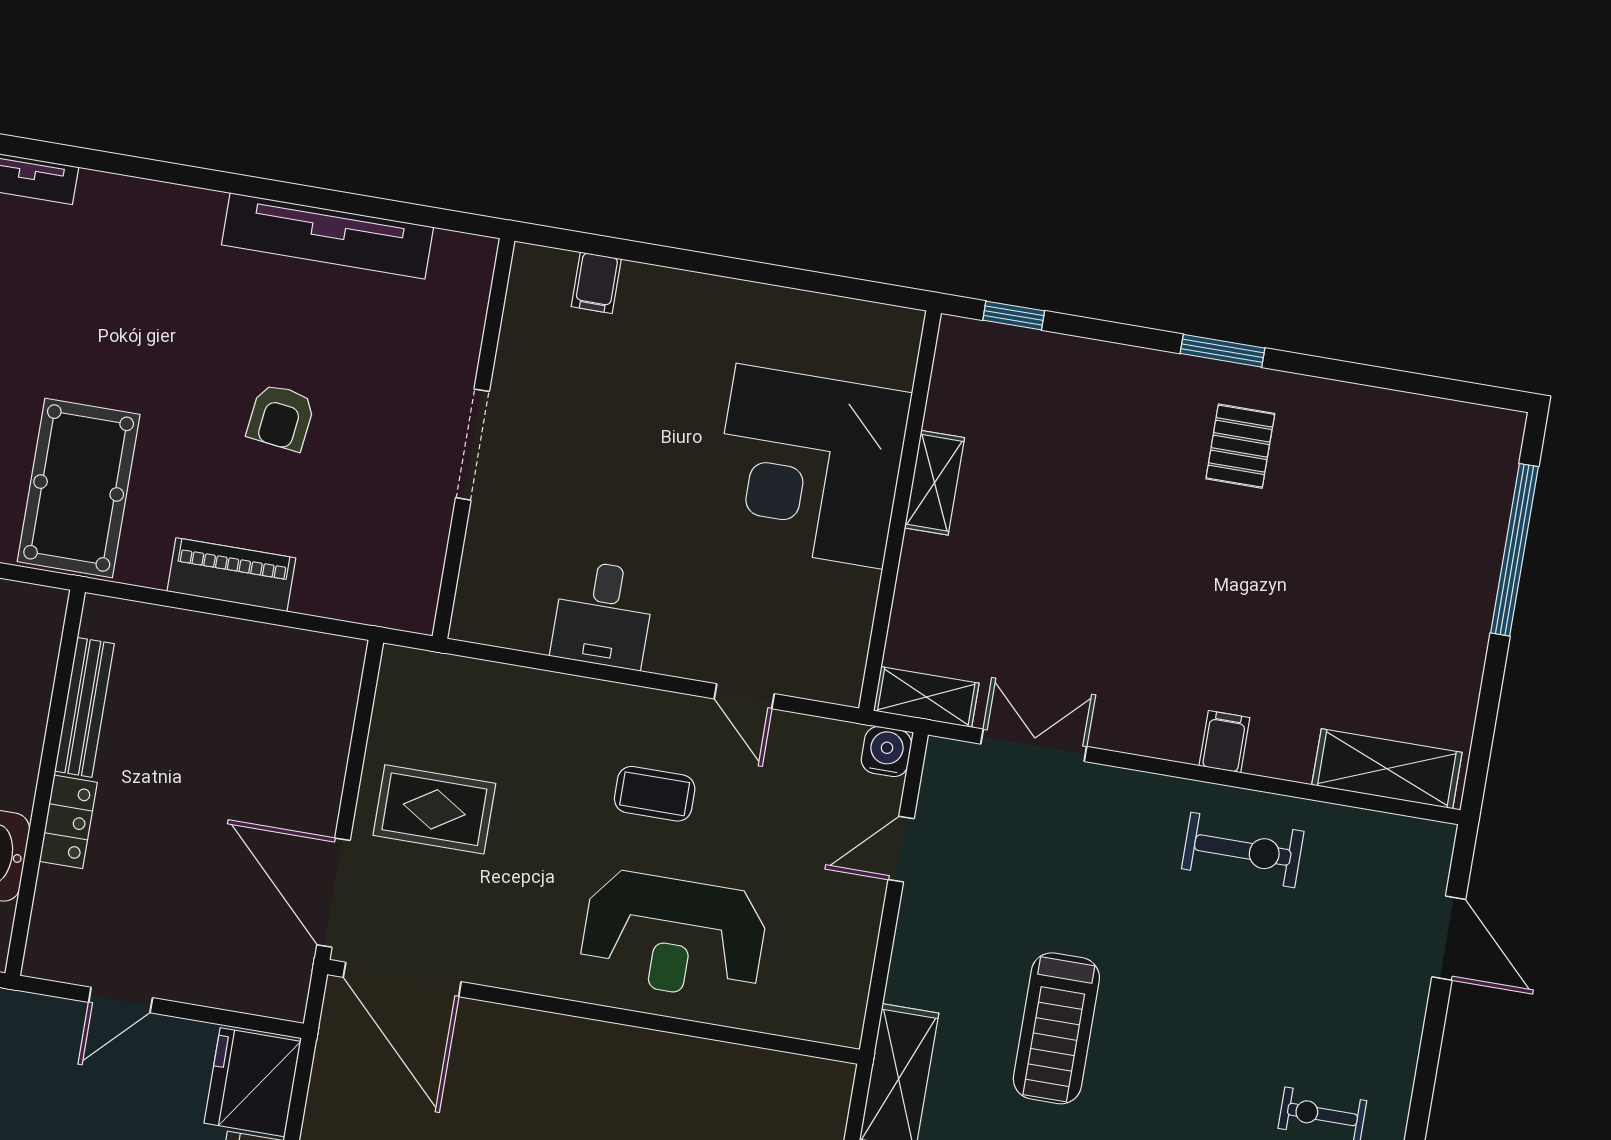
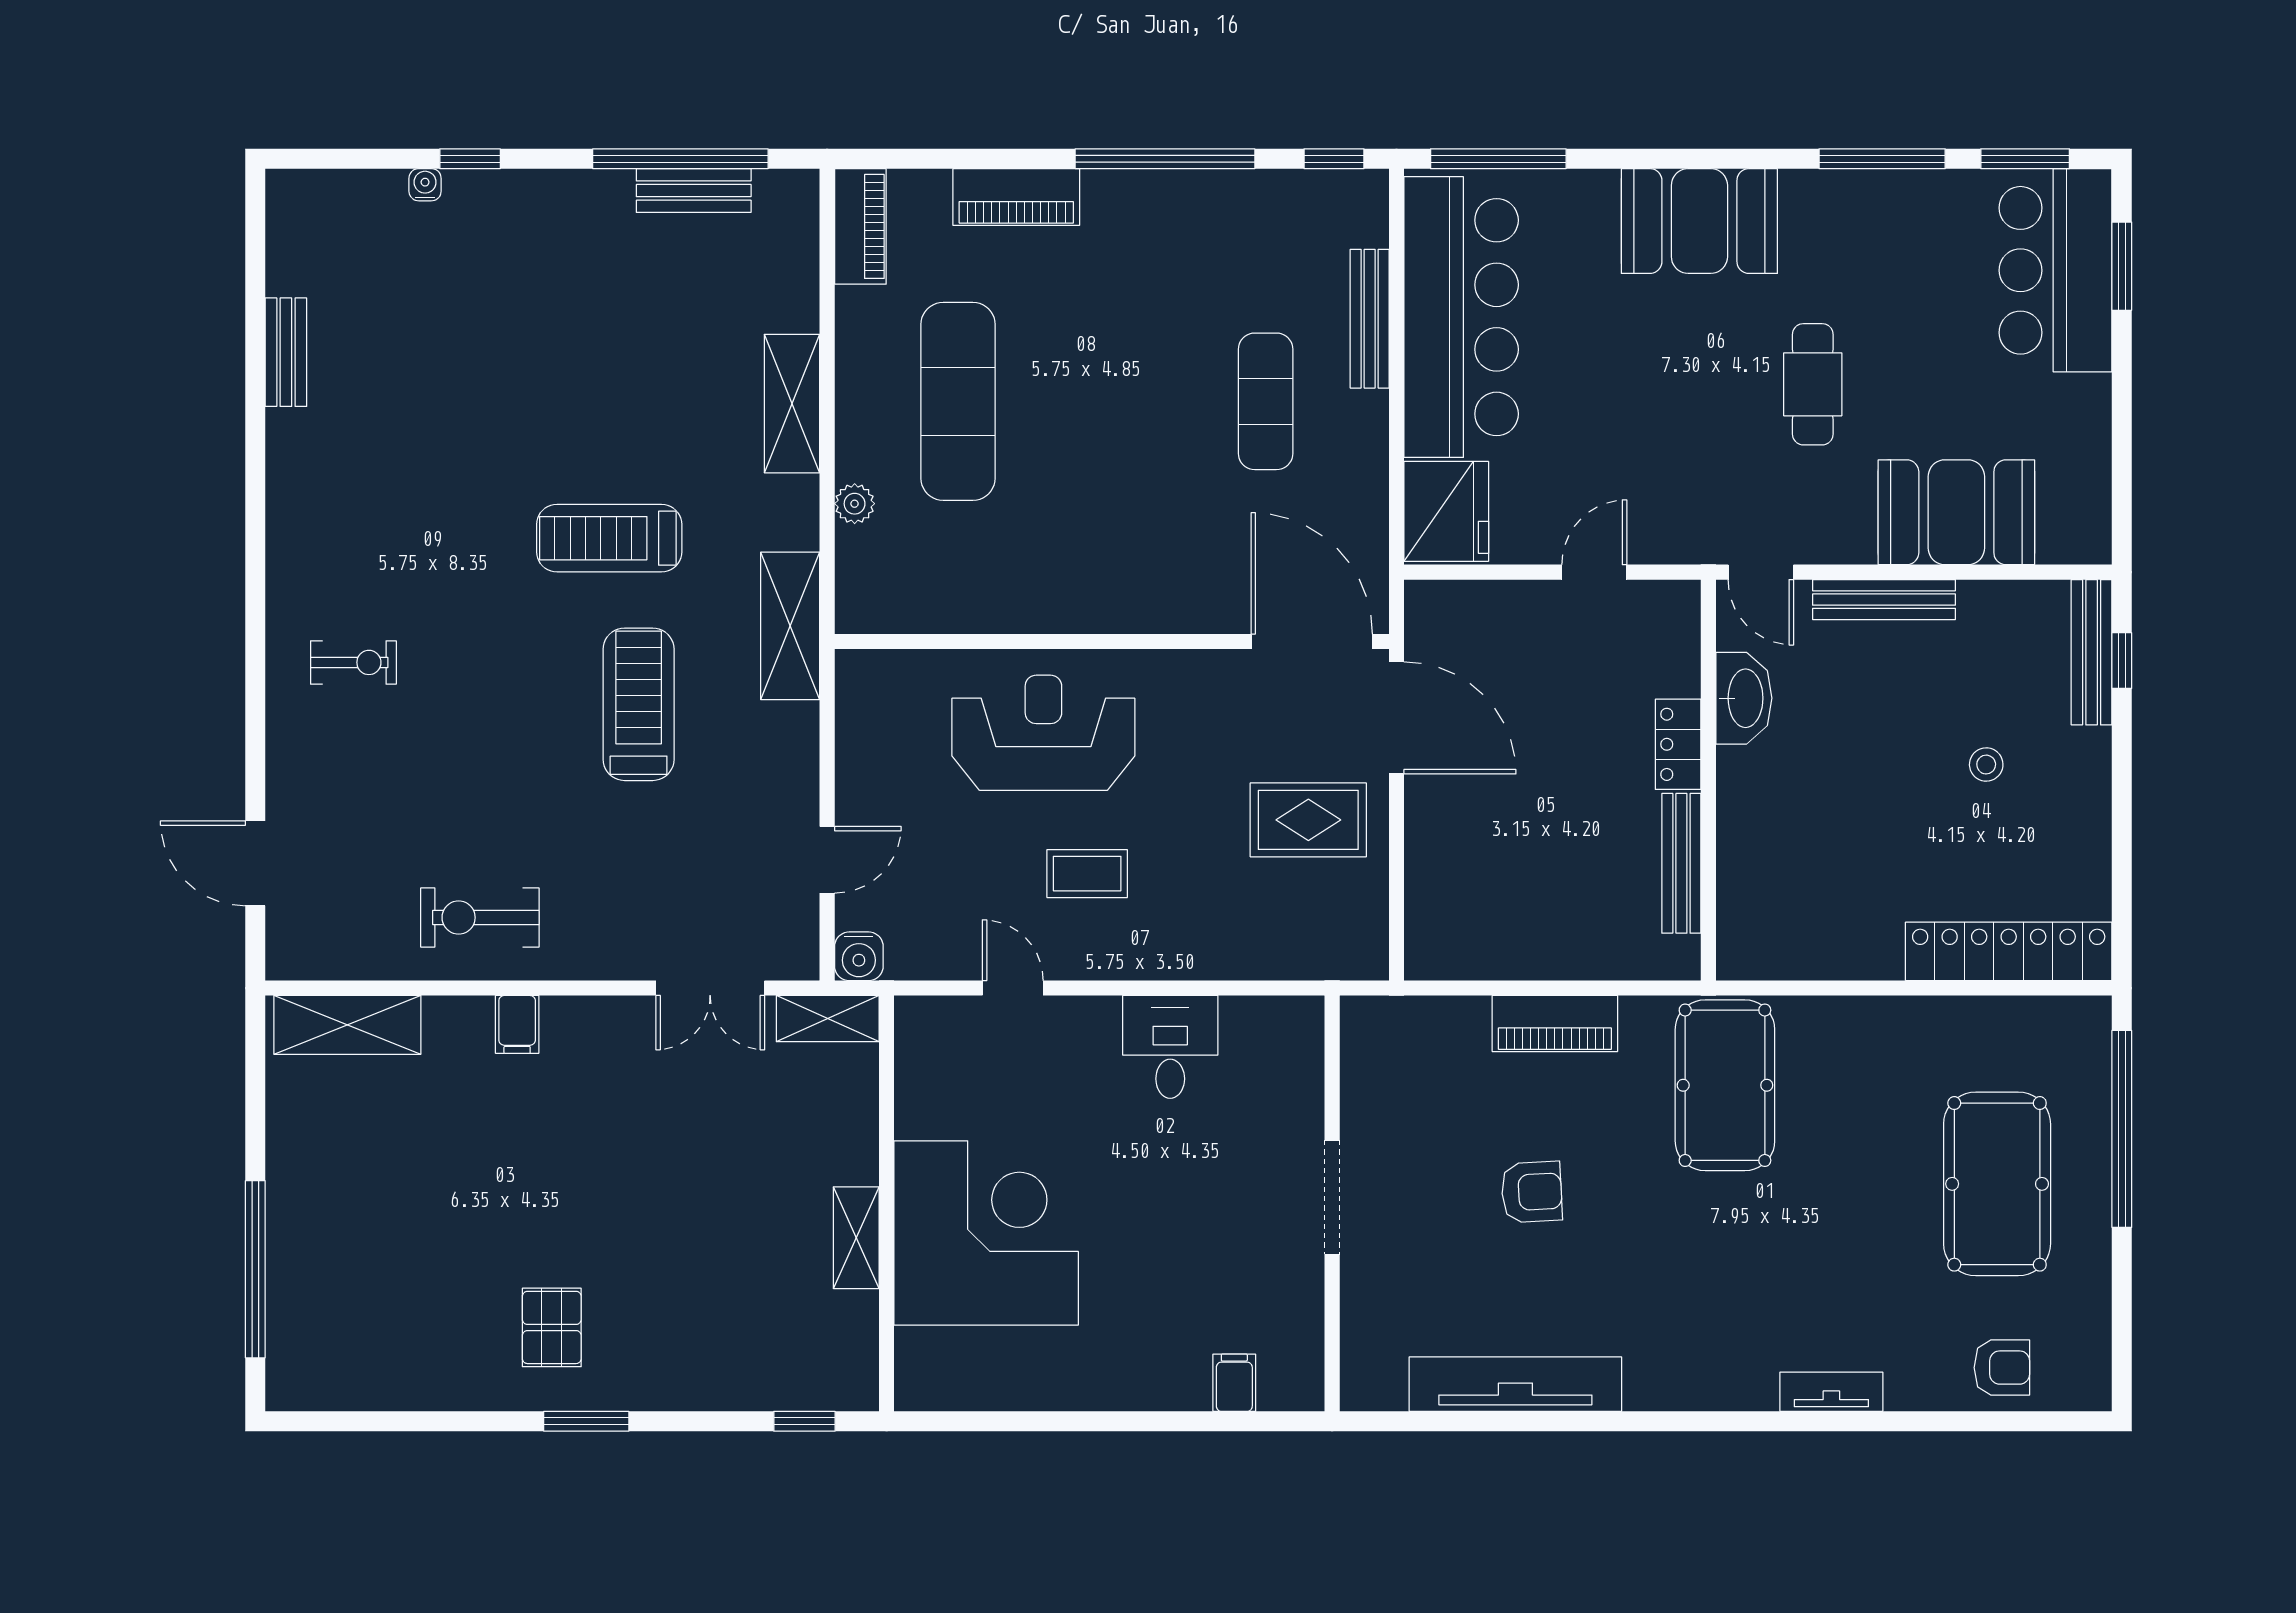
armchair: (281, 417) -> (1532, 1192), turned 80

